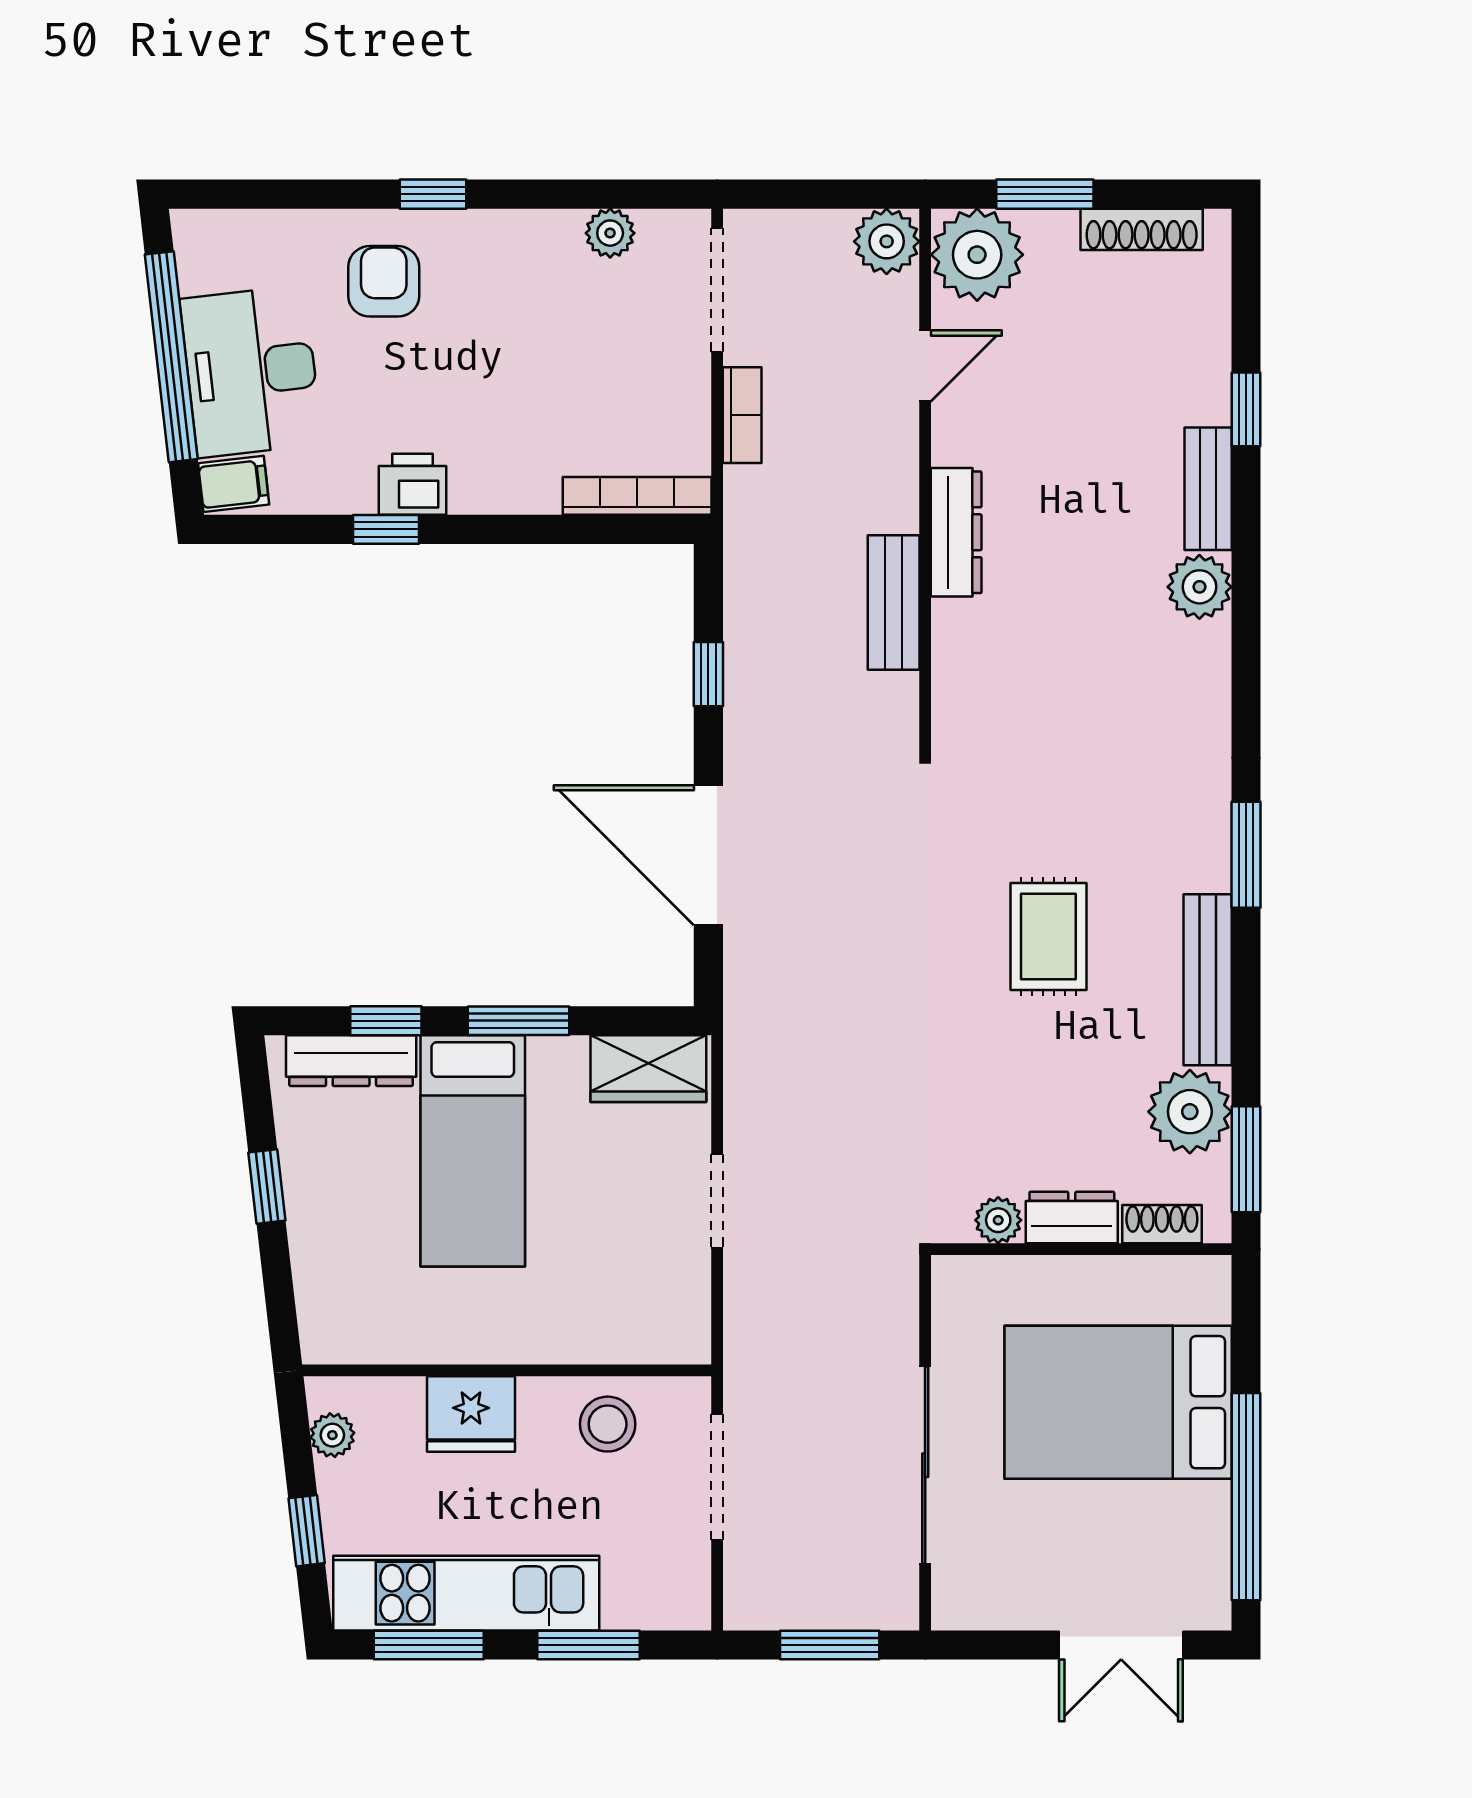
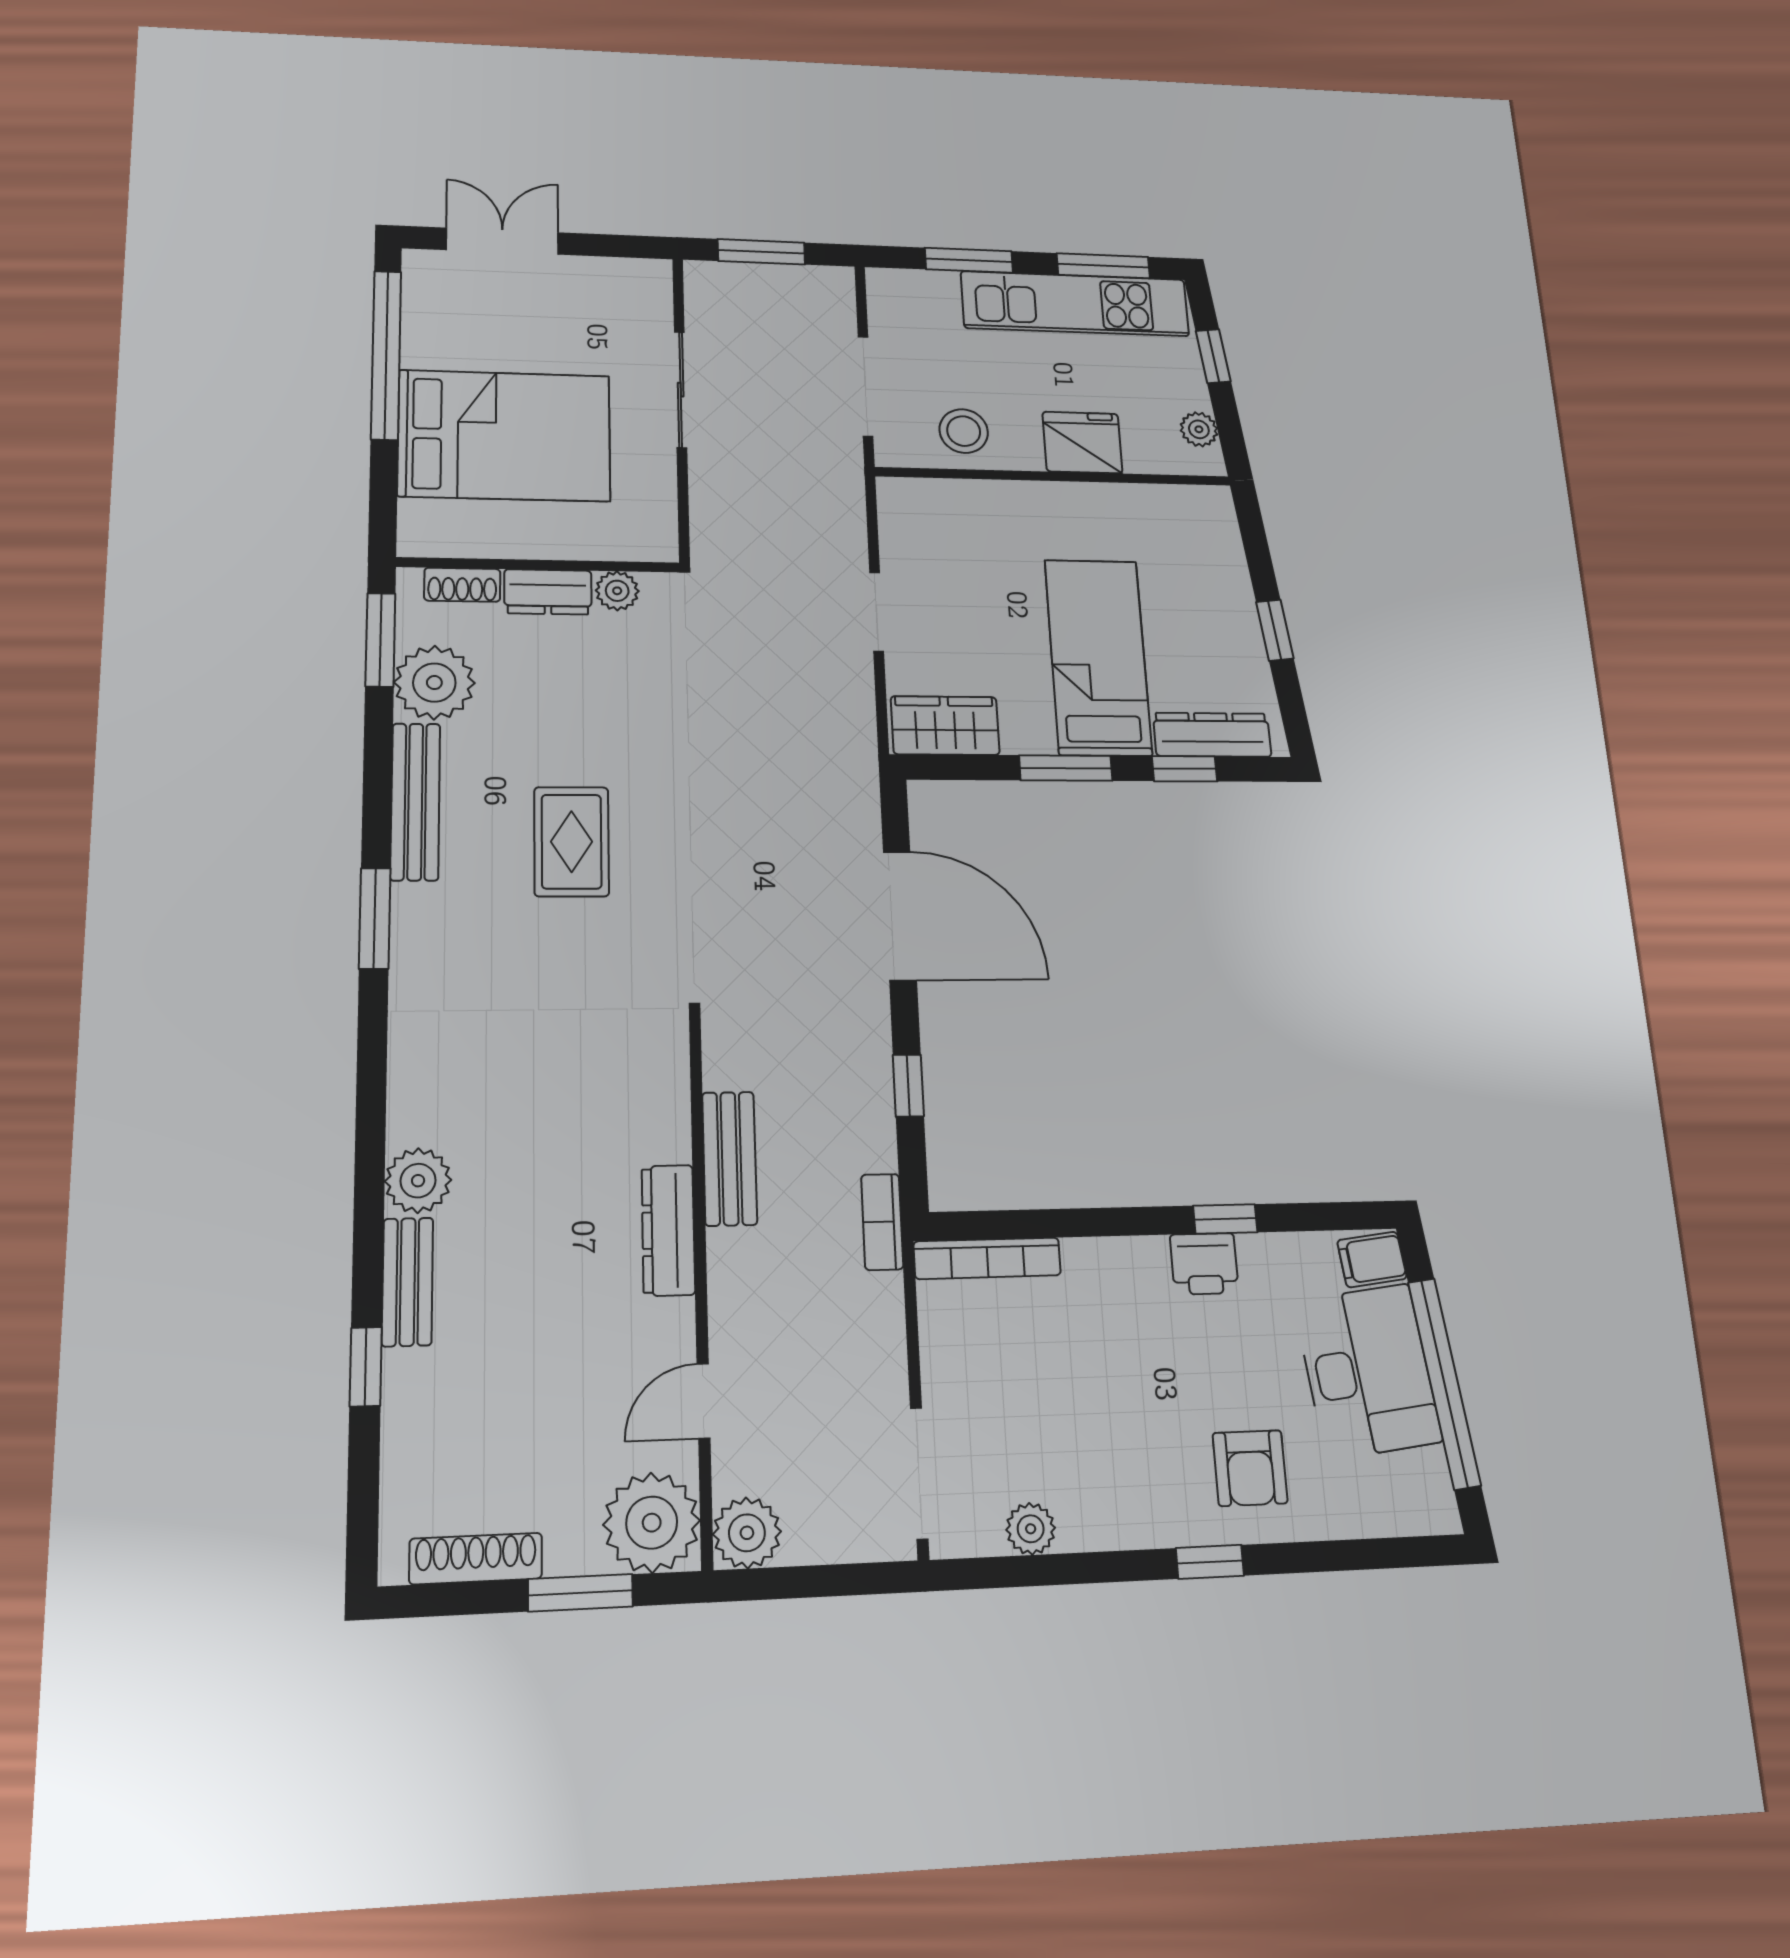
bookcase: (742, 415) -> (882, 1222), moved
sliding door: (925, 1465) -> (681, 390), width x0.73

